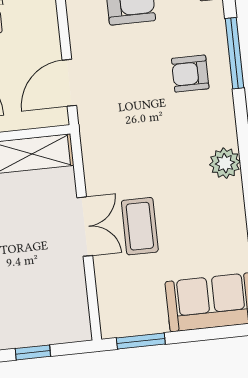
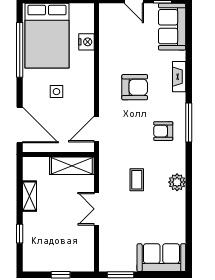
coffee table: (140, 226) -> (137, 180), moved, width x0.73, depth x0.77
double door: (85, 227) -> (96, 209), swing flipped

